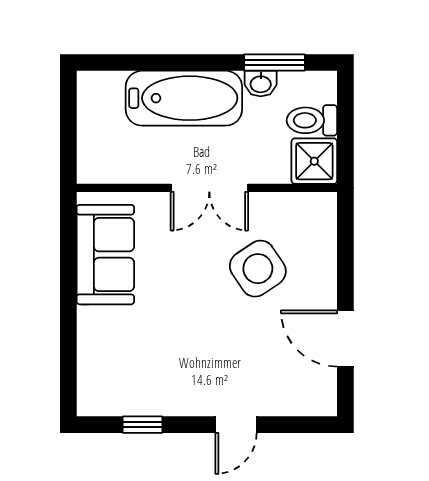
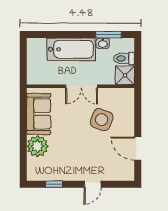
side table: (258, 269) -> (102, 120), turned -36
plant: (102, 333) -> (37, 146), added

